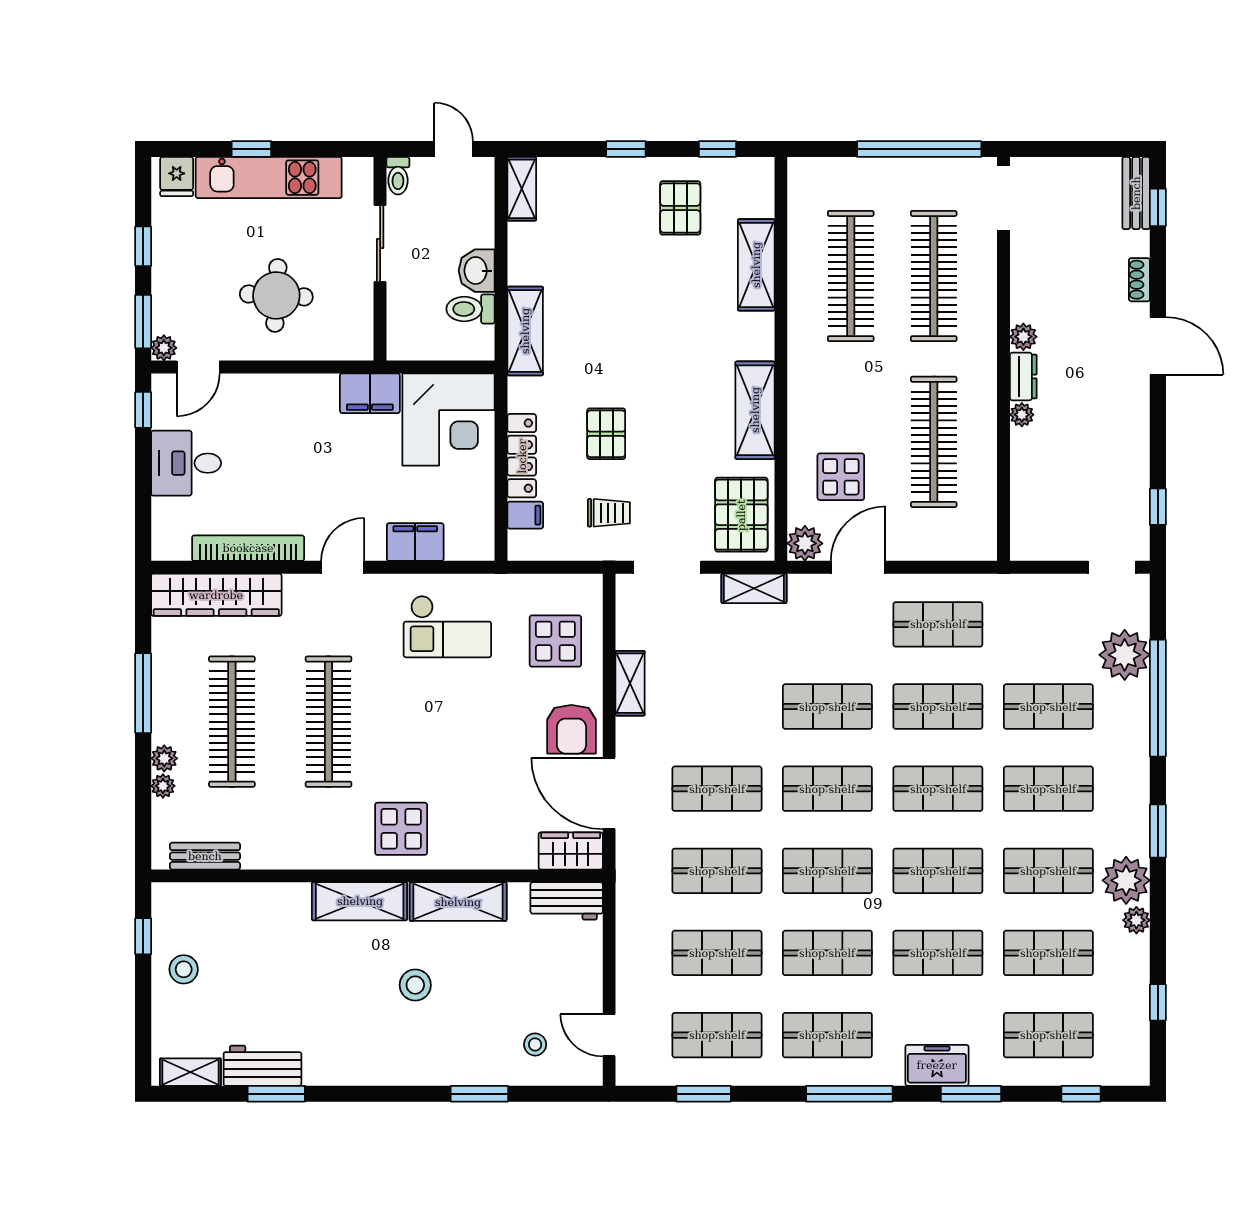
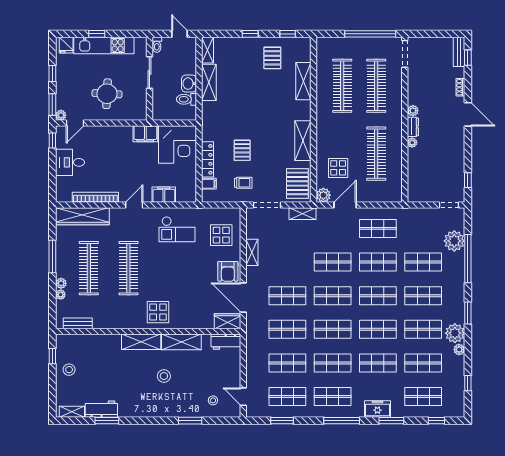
shelving: (525, 331) -> (209, 82), moved

